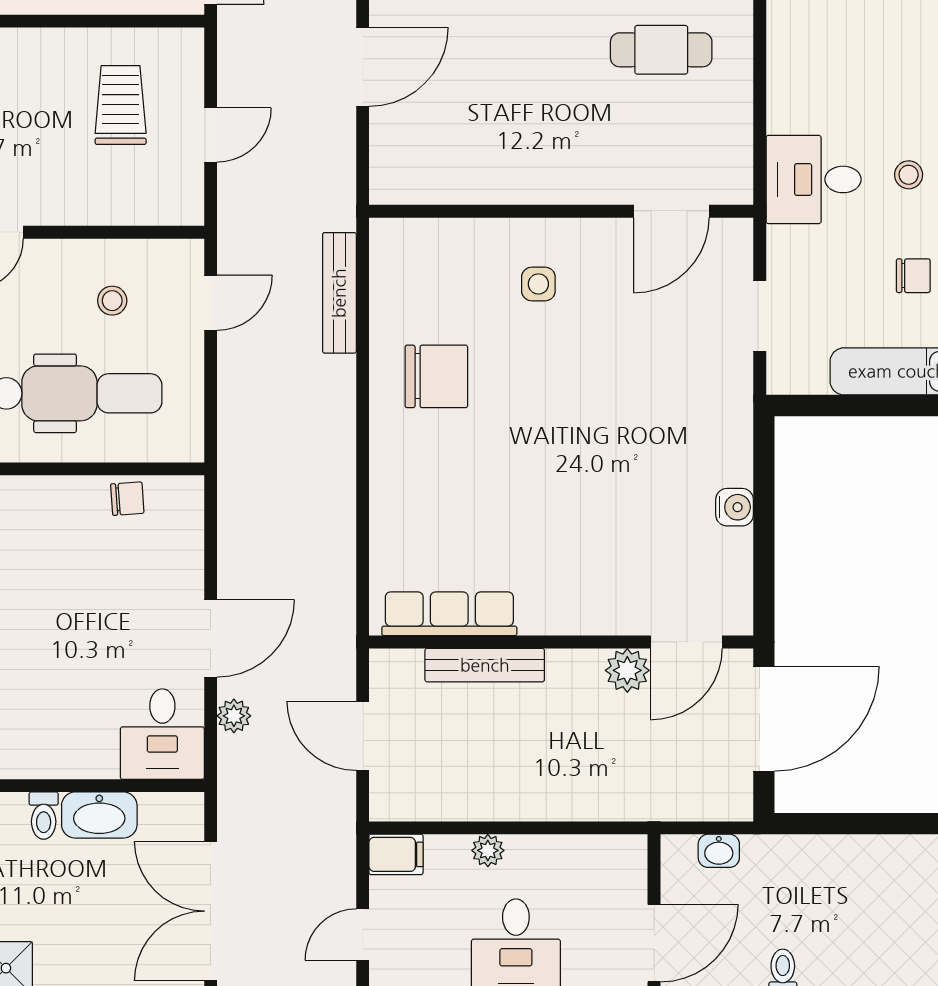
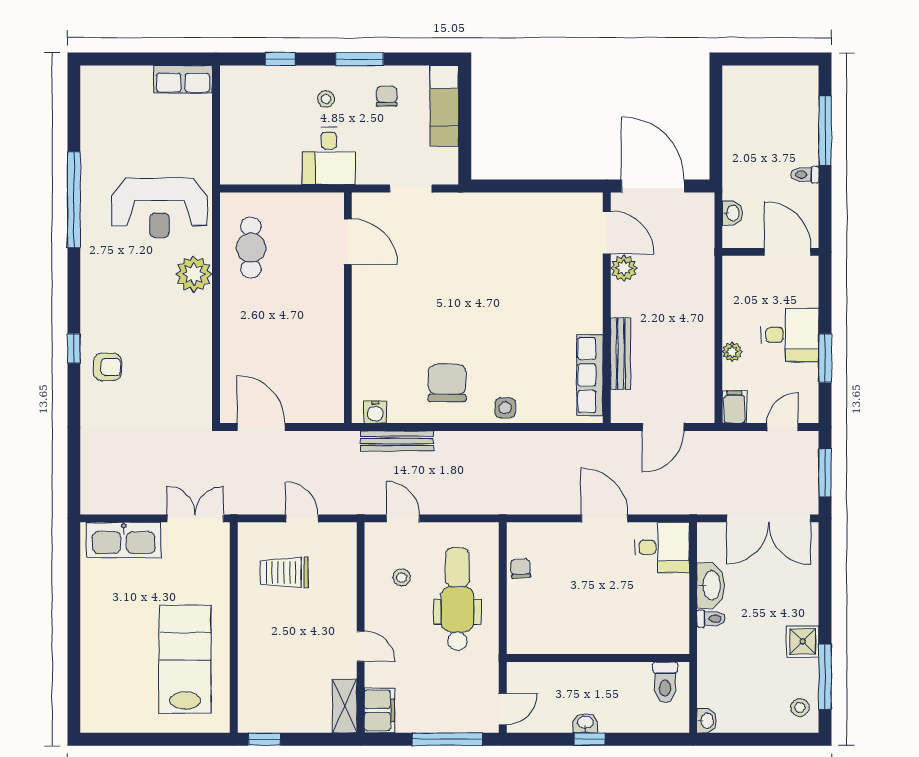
side table: (538, 284) -> (505, 408), moved
water cooler: (735, 507) -> (375, 412), moved, turned 180
plant: (234, 716) -> (651, 504), removed
door: (363, 934) -> (783, 427), swing flipped

